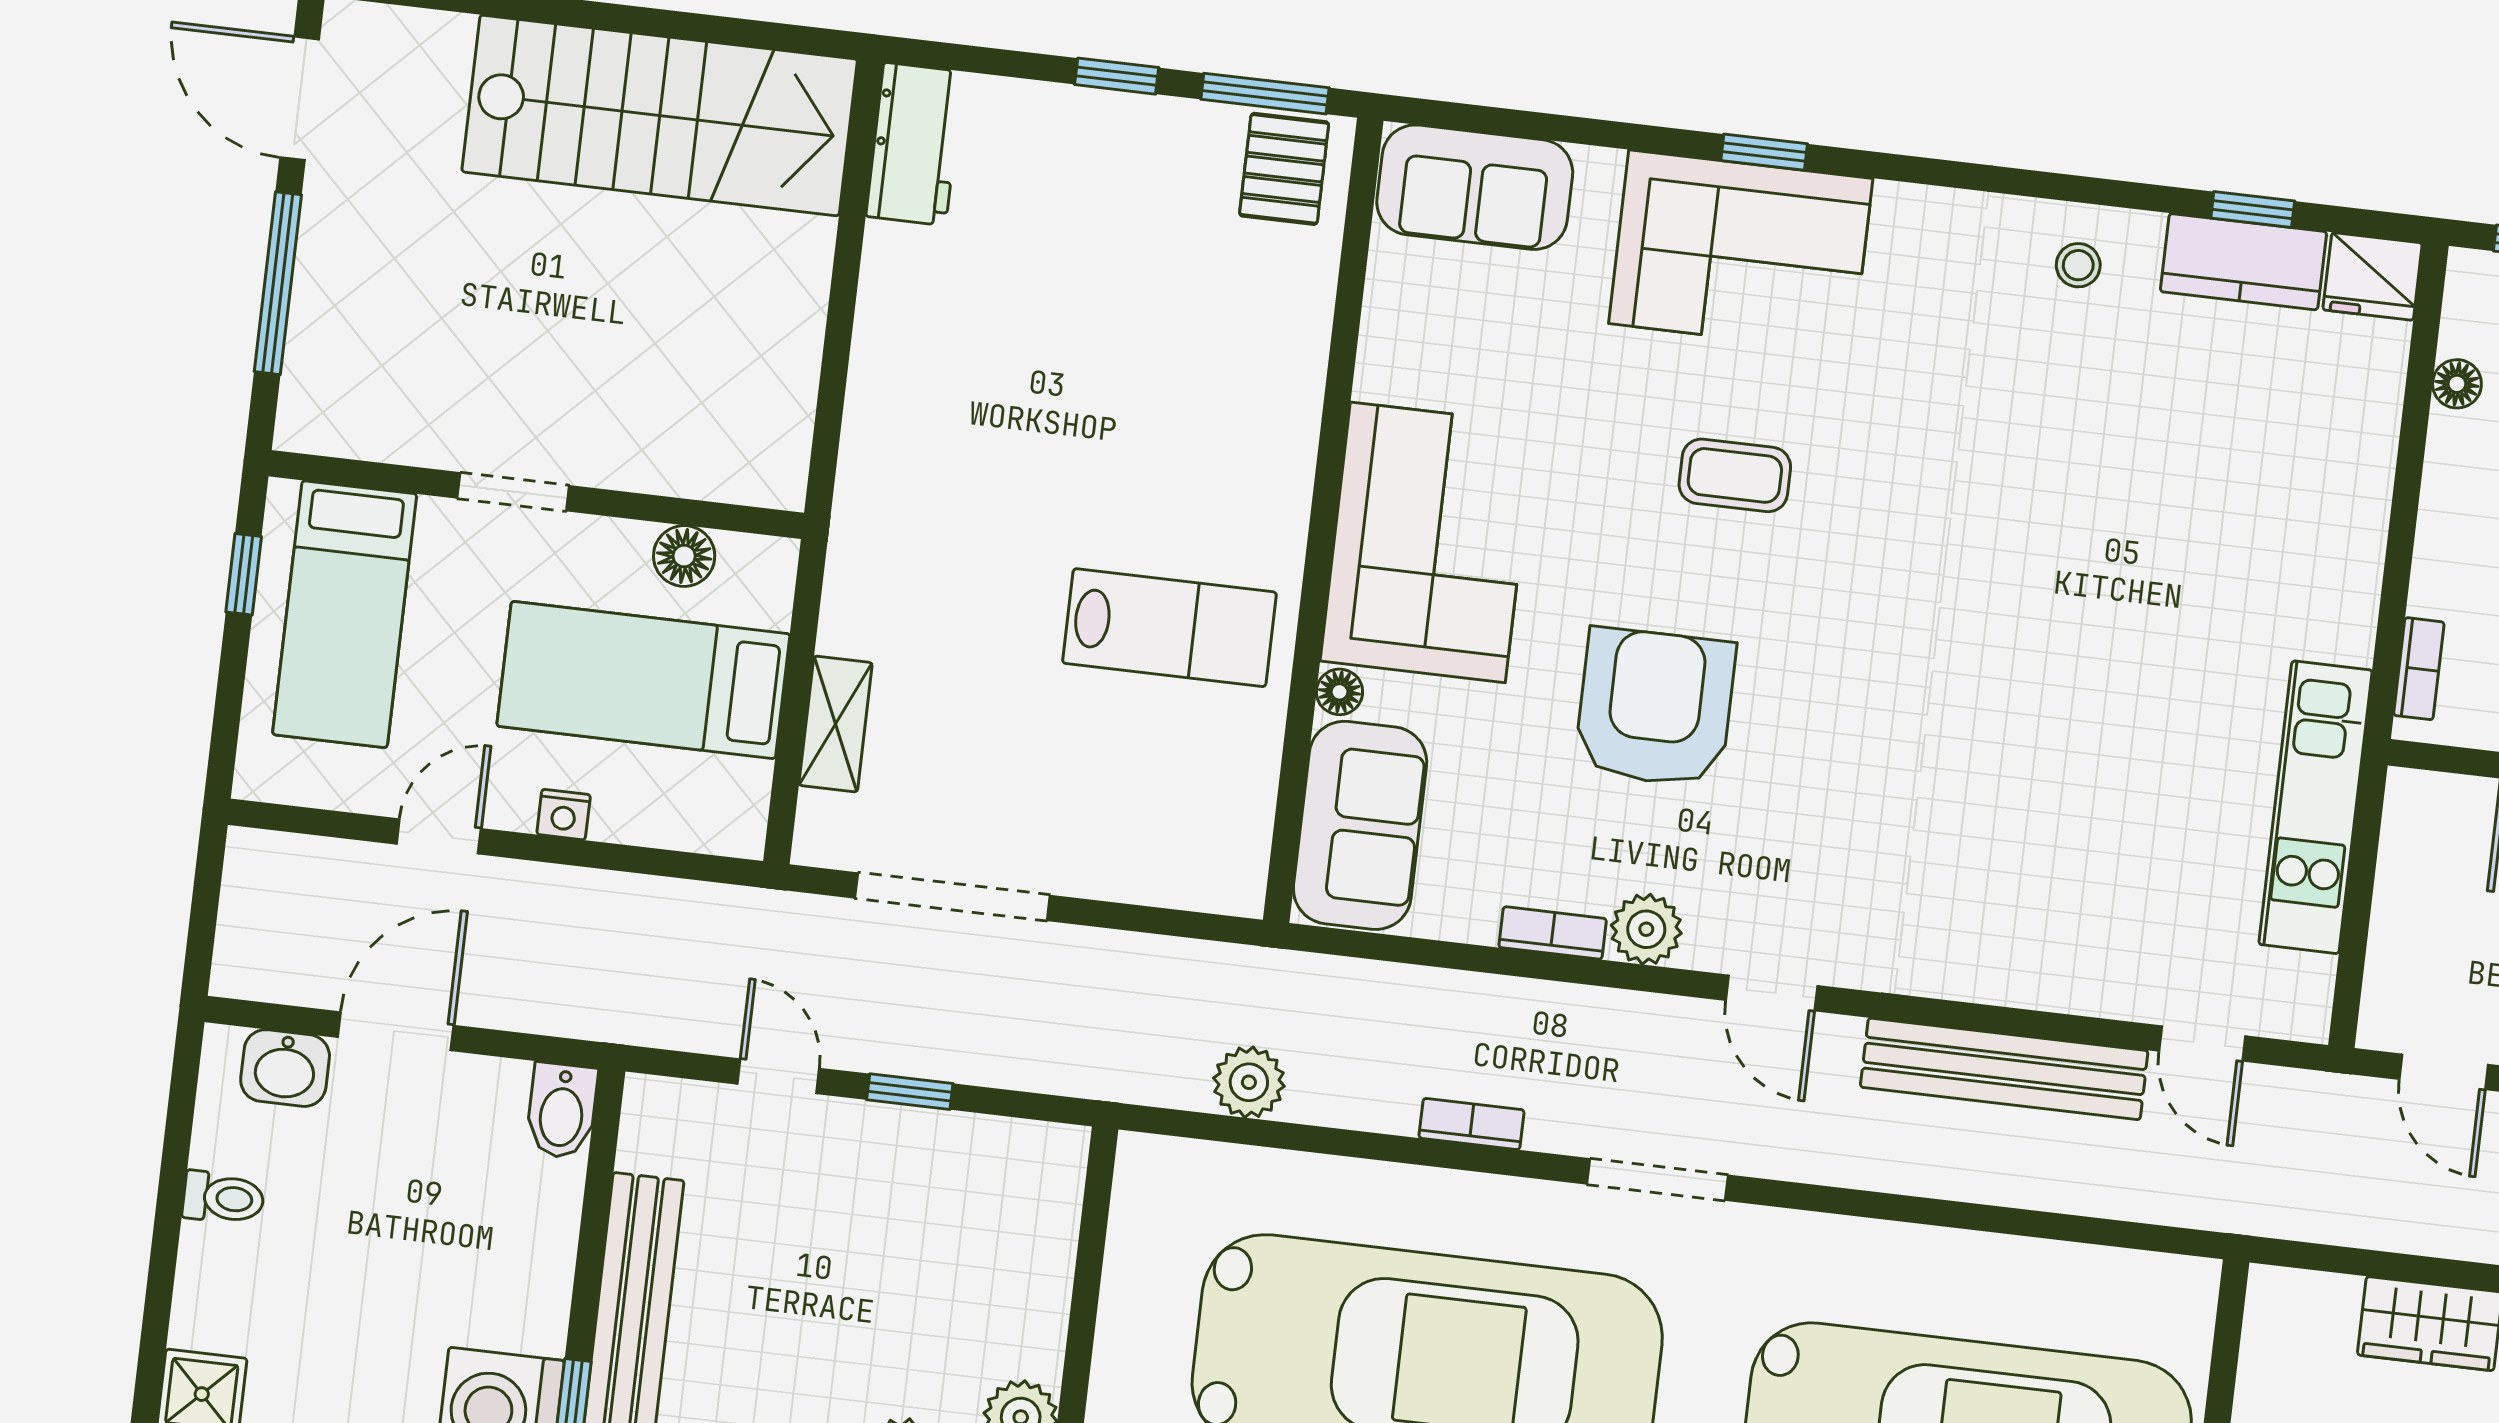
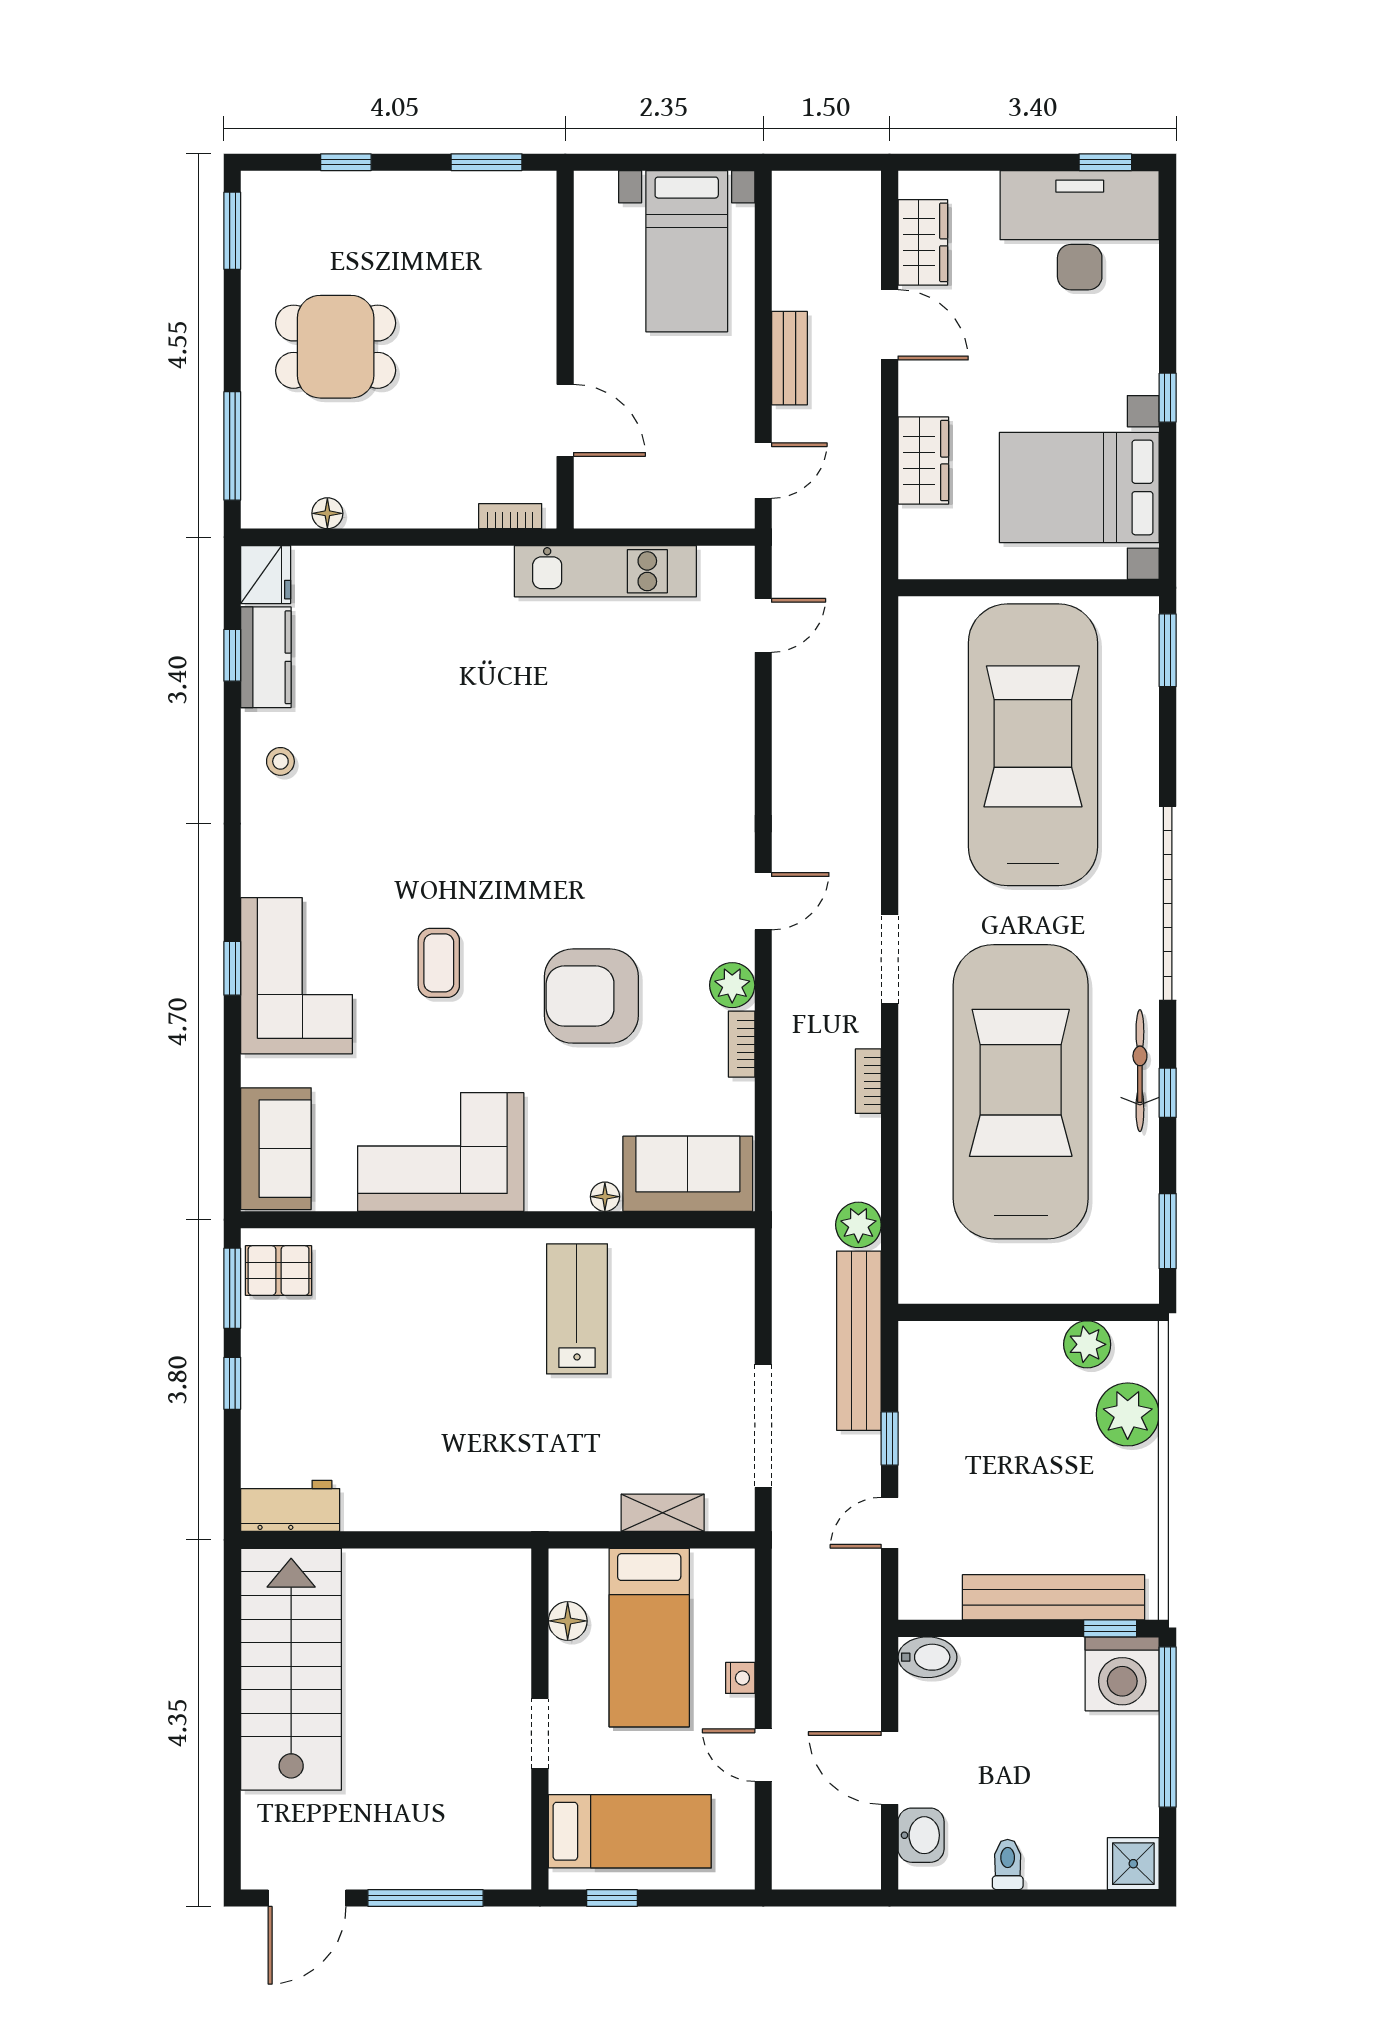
corner sofa: (1428, 542) -> (441, 1152), moved
bench: (2004, 1069) -> (859, 1341), moved

